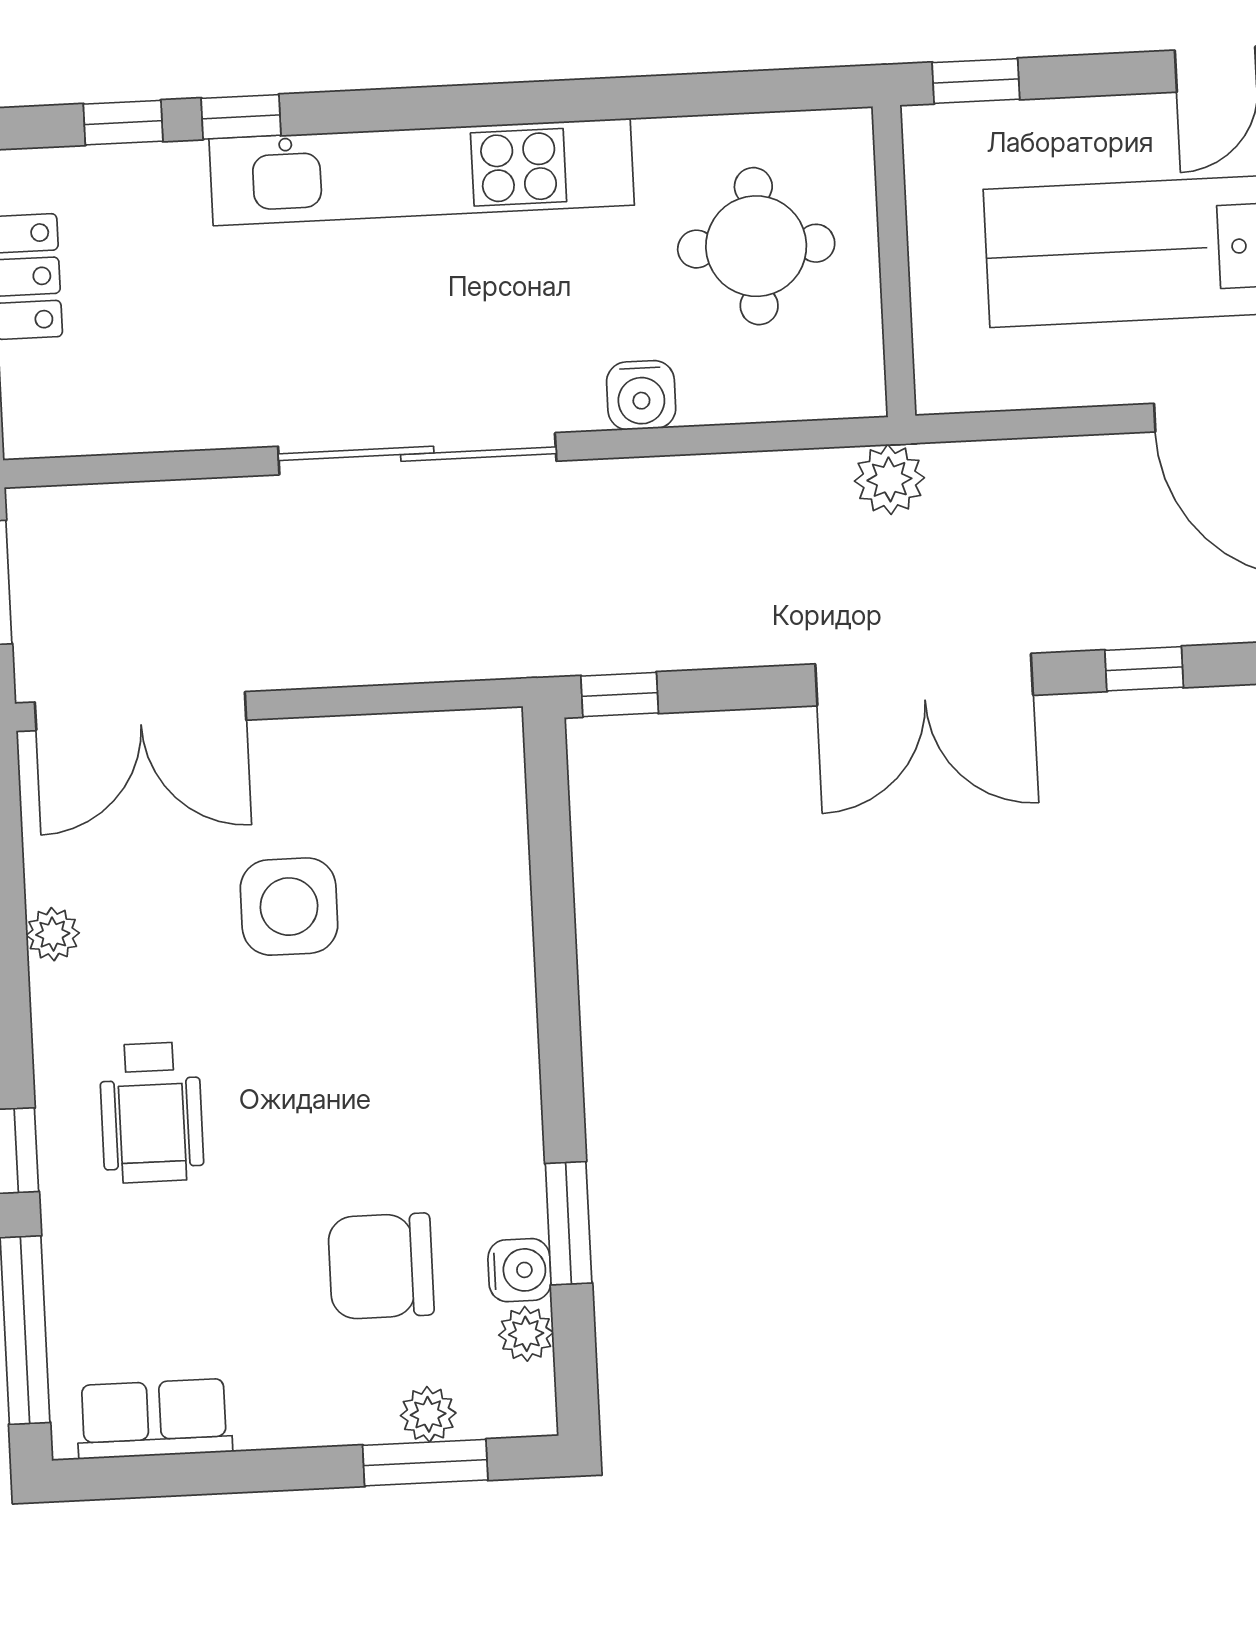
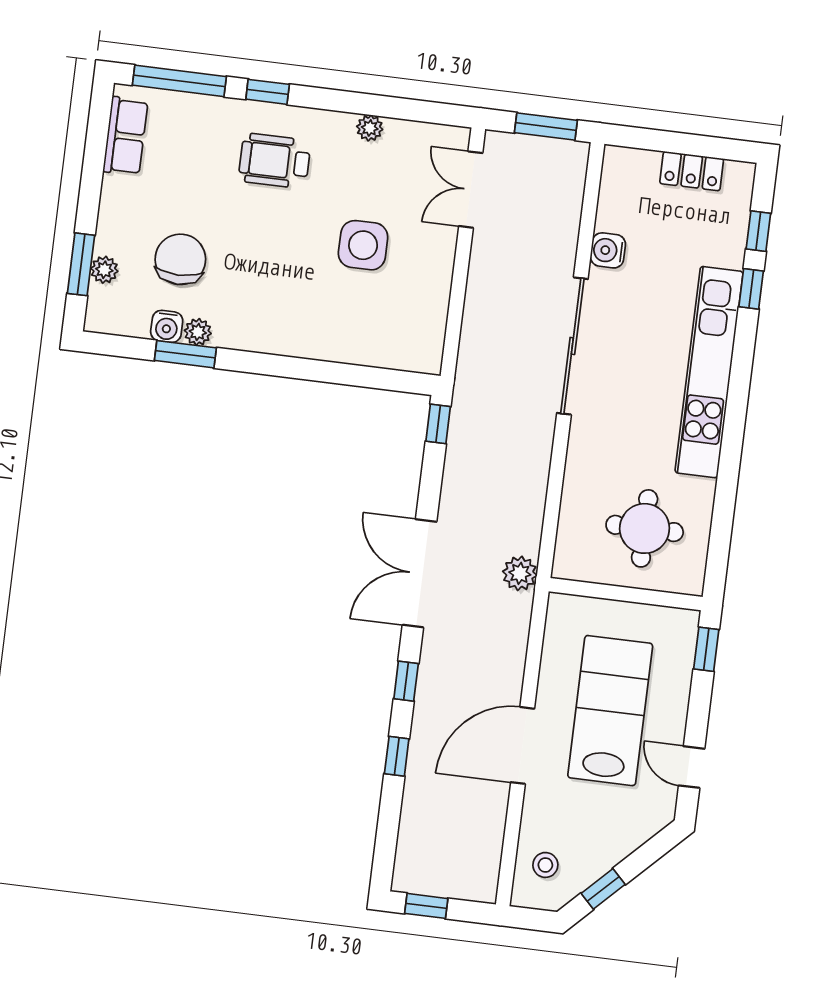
water cooler: (641, 395) -> (608, 250), moved
double door: (141, 711) -> (471, 190), width x0.73
plant: (526, 1334) -> (198, 332), moved

